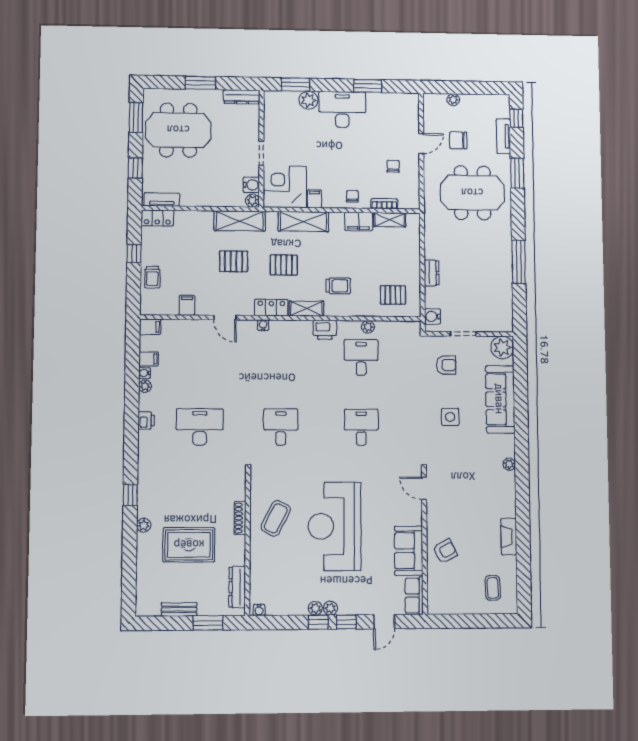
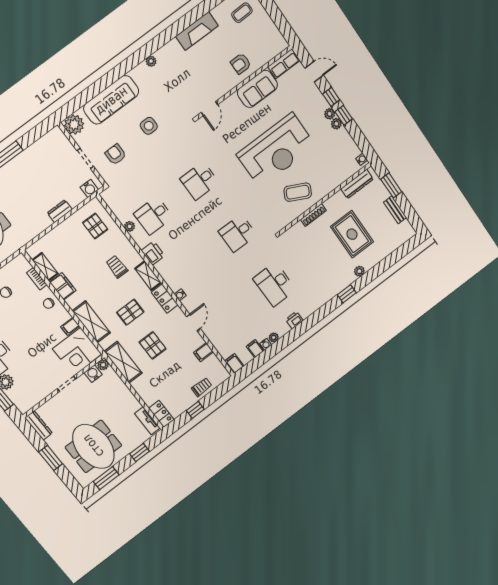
pallet: (284, 265) -> (130, 312), turned 90
fireplace: (509, 537) -> (197, 31), width x1.37, depth x1.32
armchair: (445, 551) -> (241, 64), turned -62

